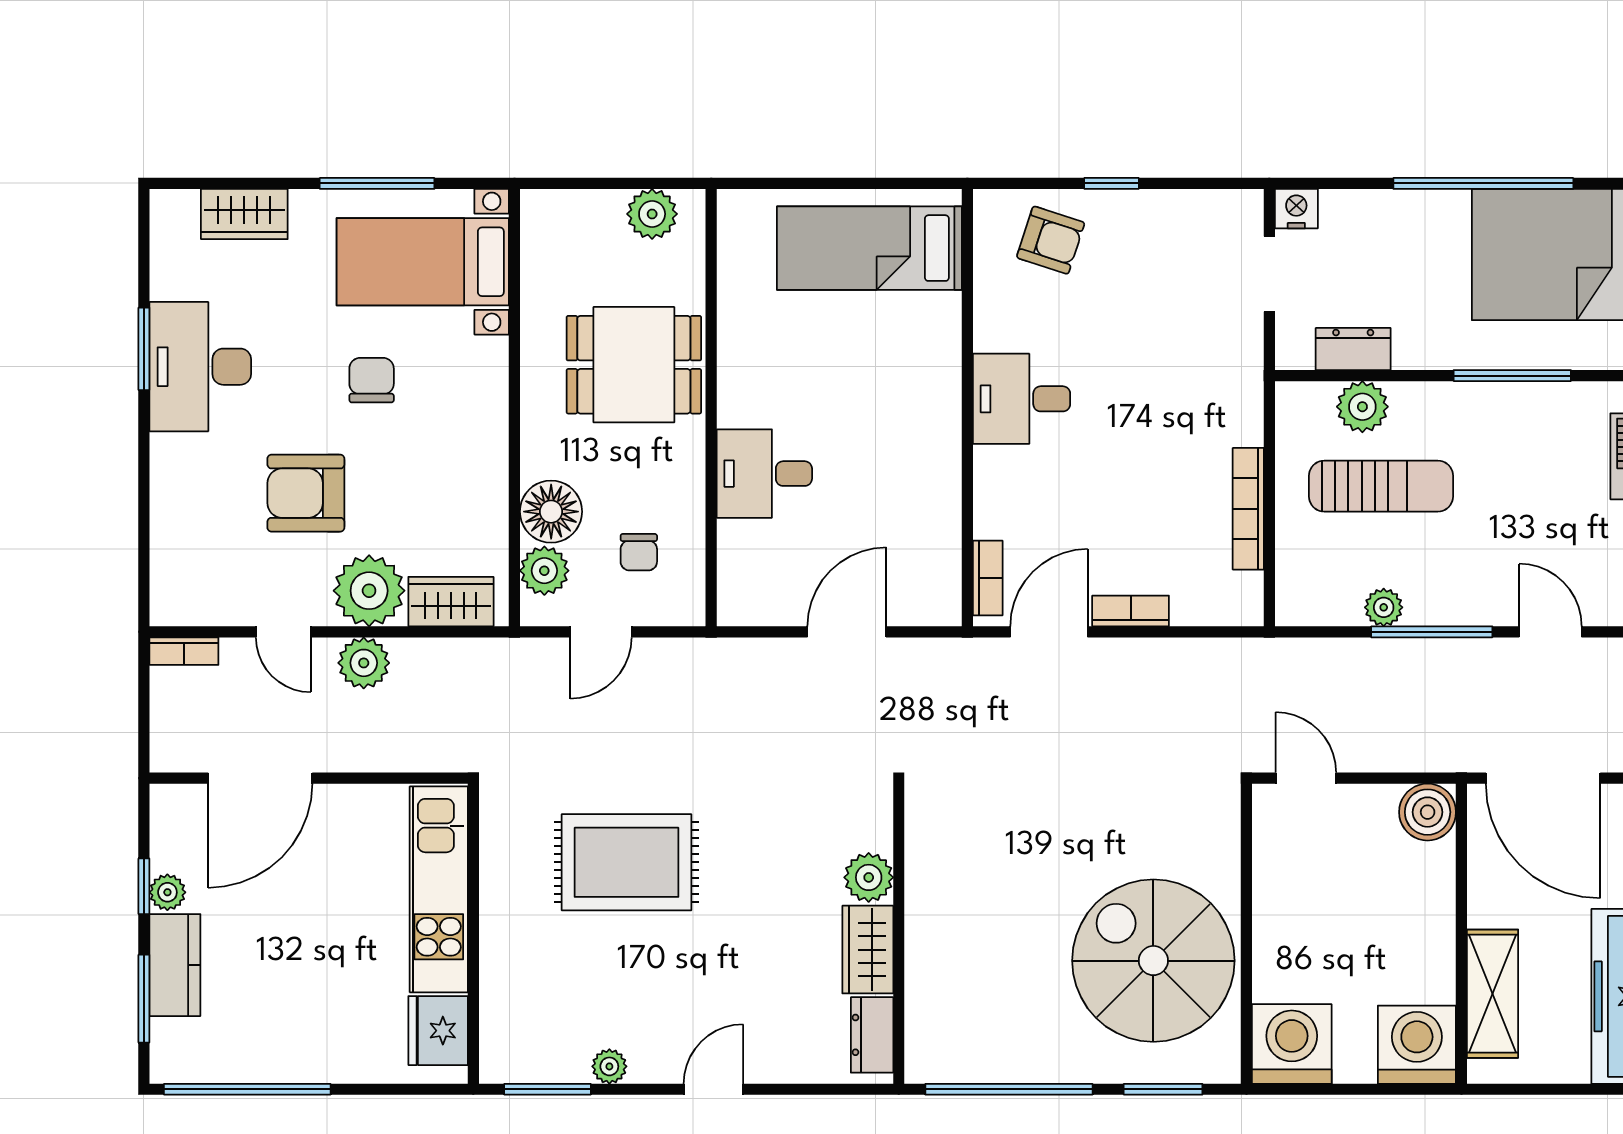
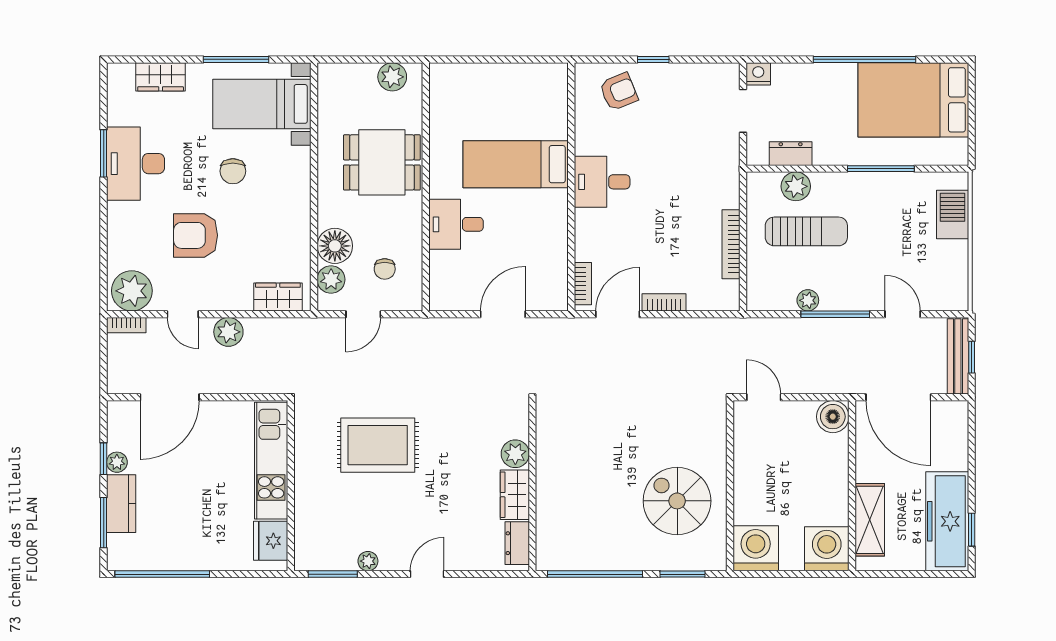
armchair: (1051, 240) -> (619, 92), turned -40
bed: (869, 248) -> (516, 164), moved
chair: (372, 380) -> (233, 171), turned 180
plant: (369, 591) -> (132, 291), moved
spiral stairs: (1153, 961) -> (677, 501), width x0.73, depth x0.73

